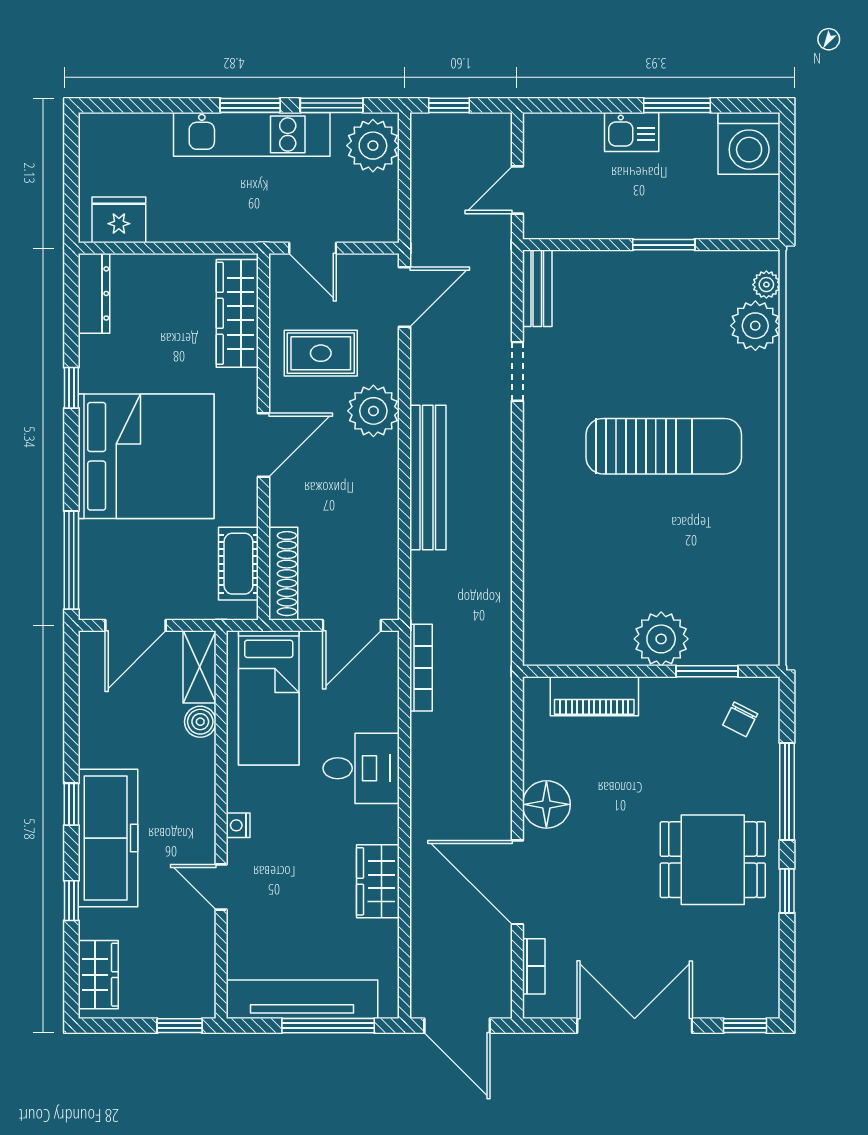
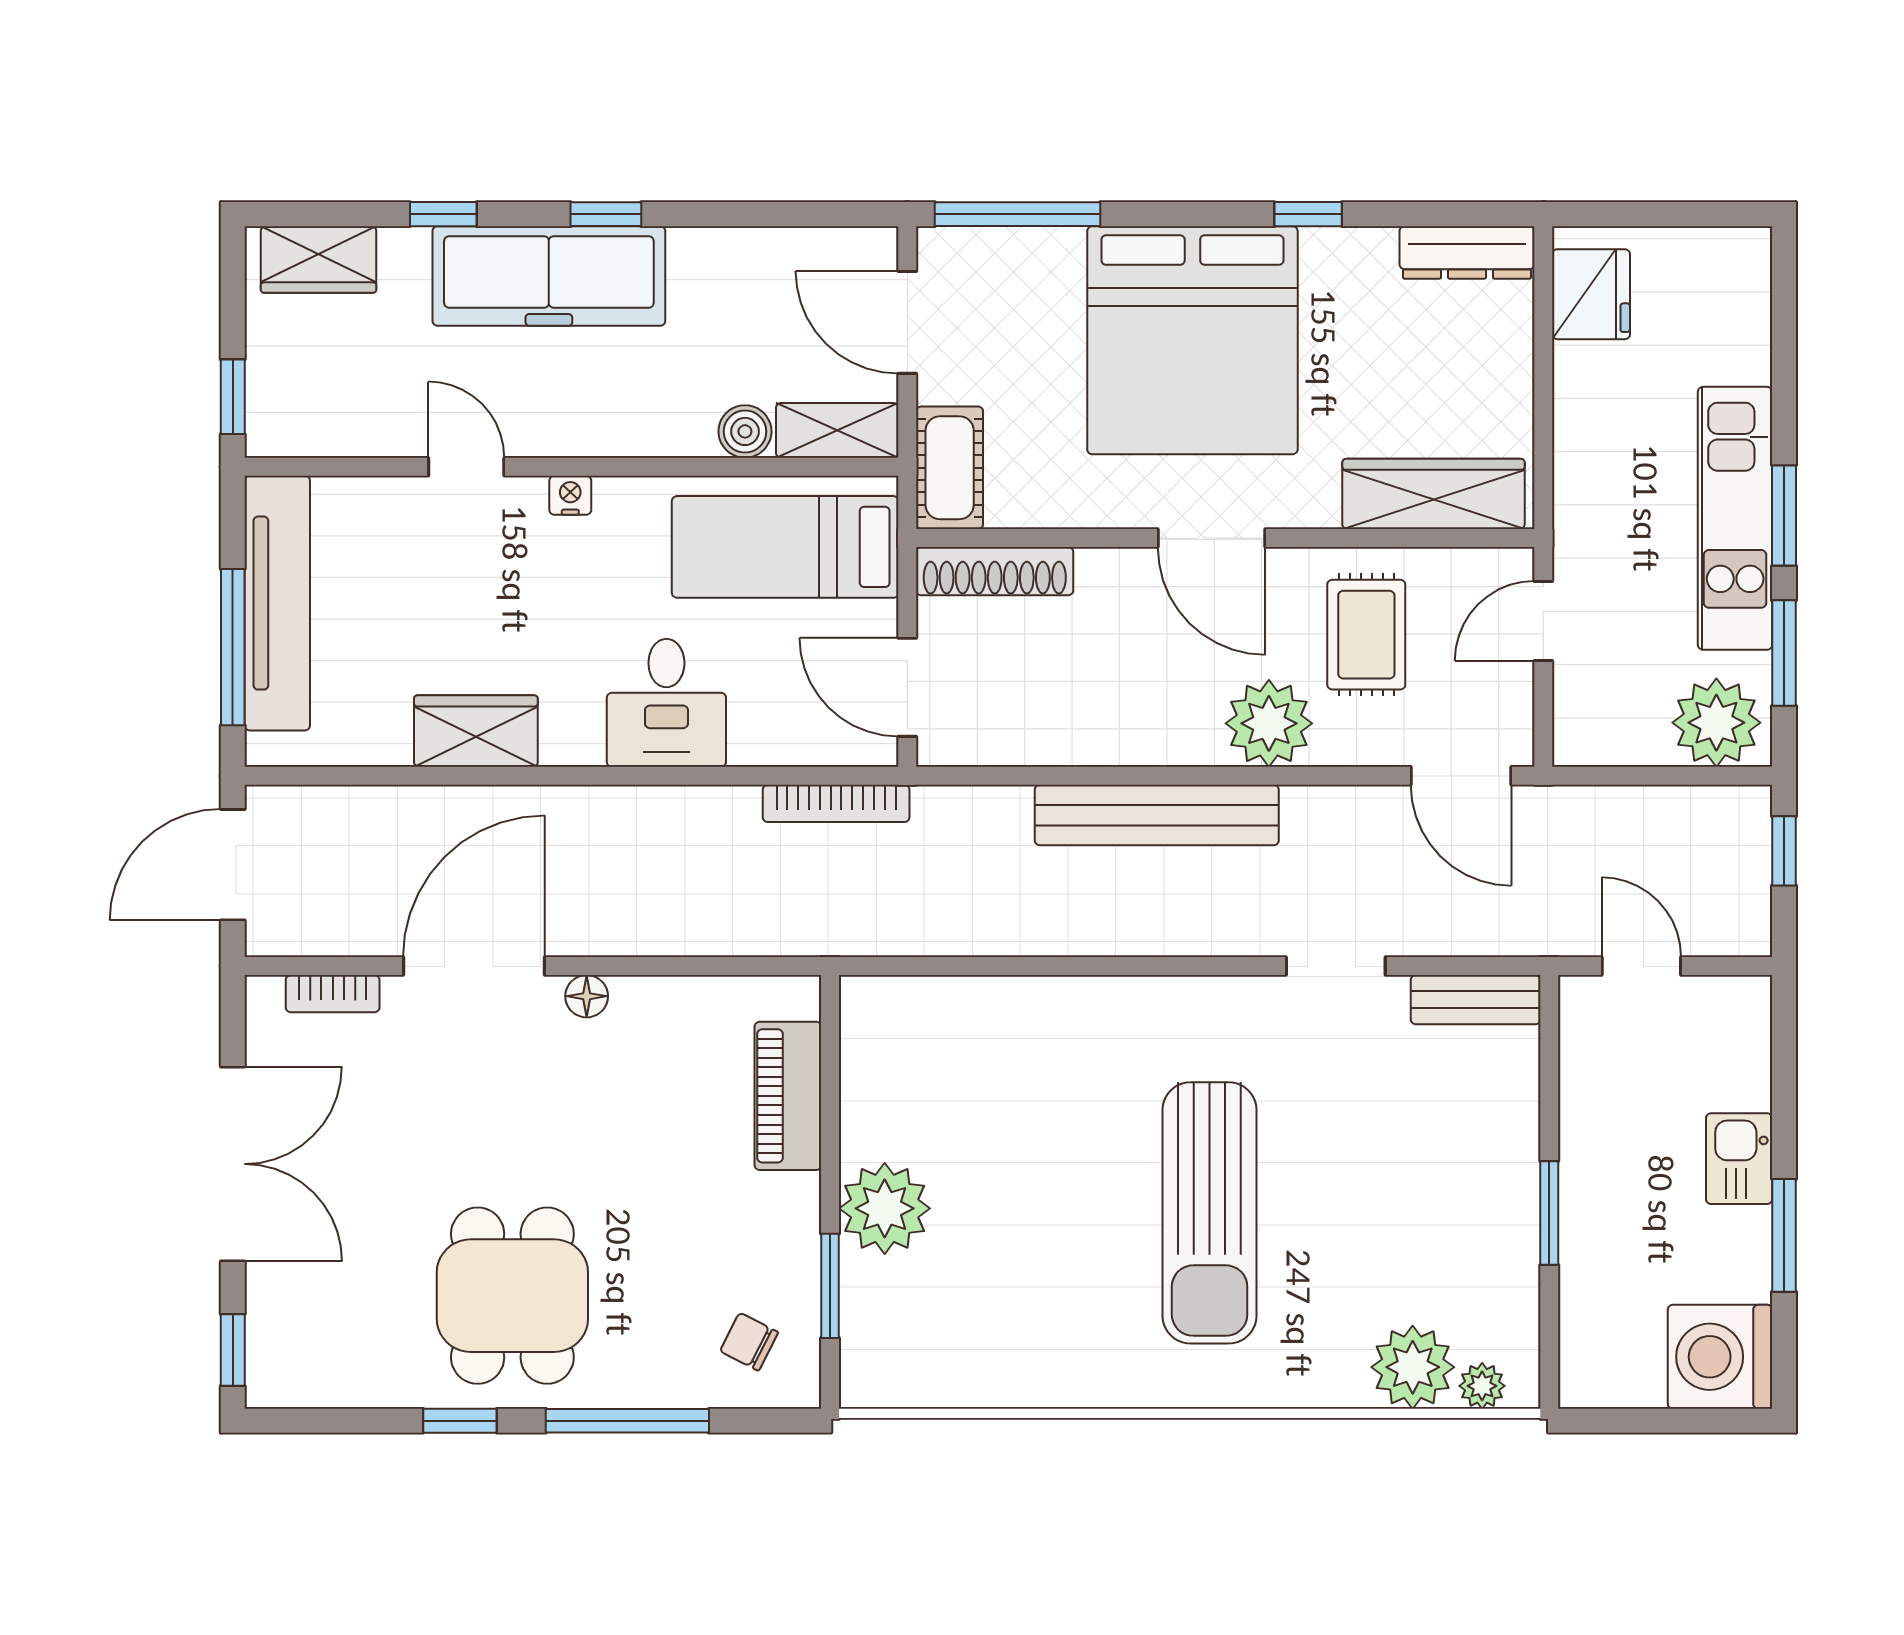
cot: (238, 564) -> (950, 468), moved, turned 90
floor lamp: (546, 804) -> (587, 996), width x0.53, depth x0.53
door: (221, 887) -> (466, 467), hinge flipped

